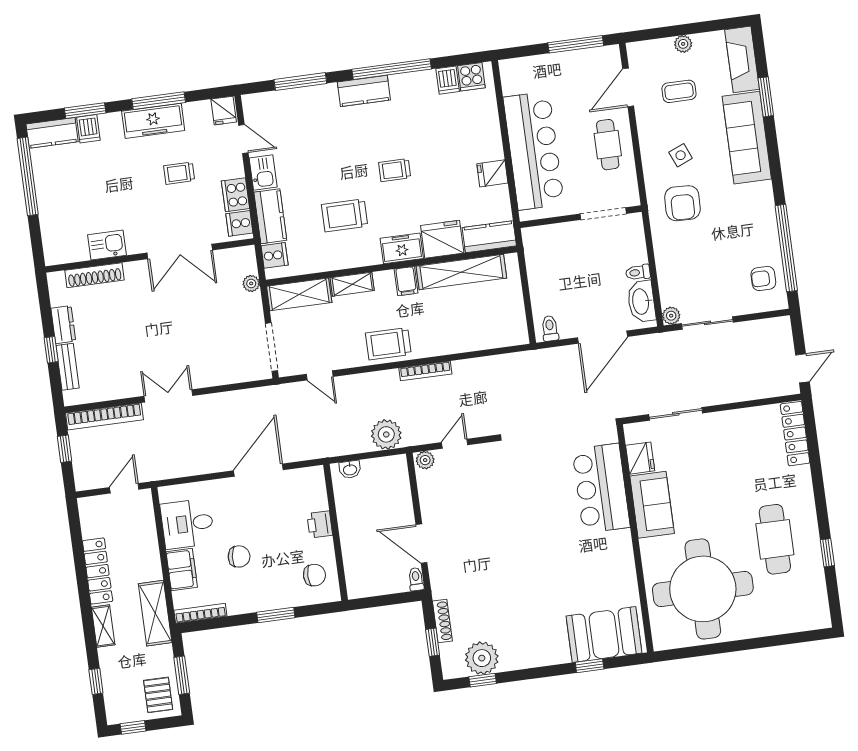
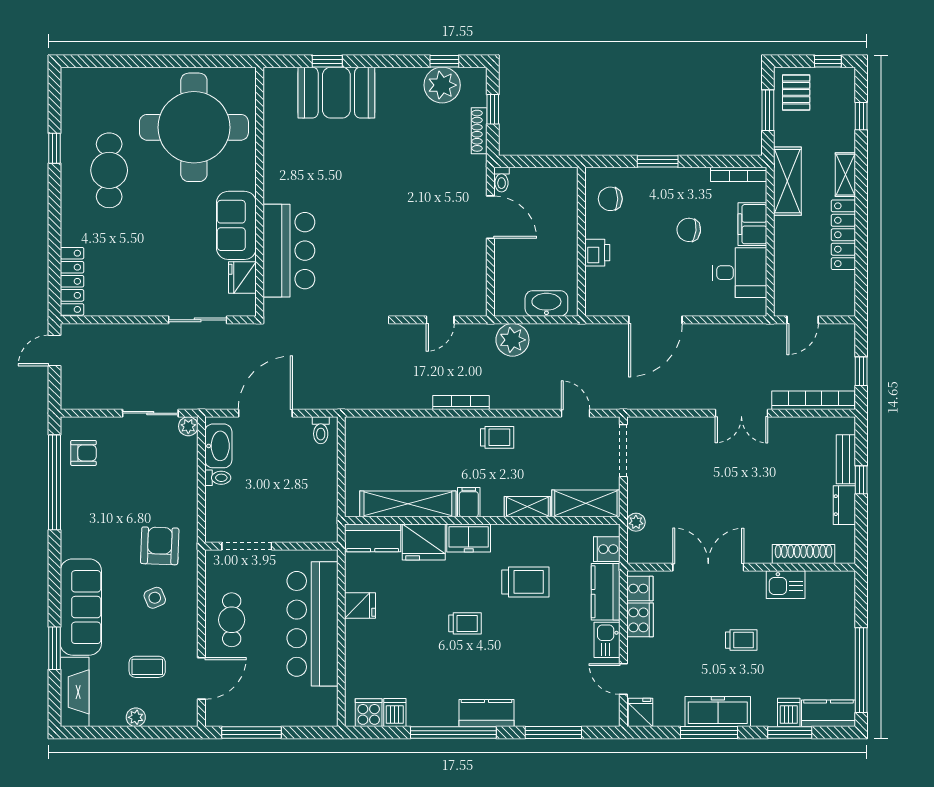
trolley: (179, 173) -> (741, 640), moved
trolley: (388, 344) -> (497, 437), width x0.73, depth x0.72
plant: (425, 460) -> (474, 307), removed
washbasin: (350, 469) -> (546, 303), width x1.91, depth x1.45
booth: (604, 635) -> (336, 93), moved

